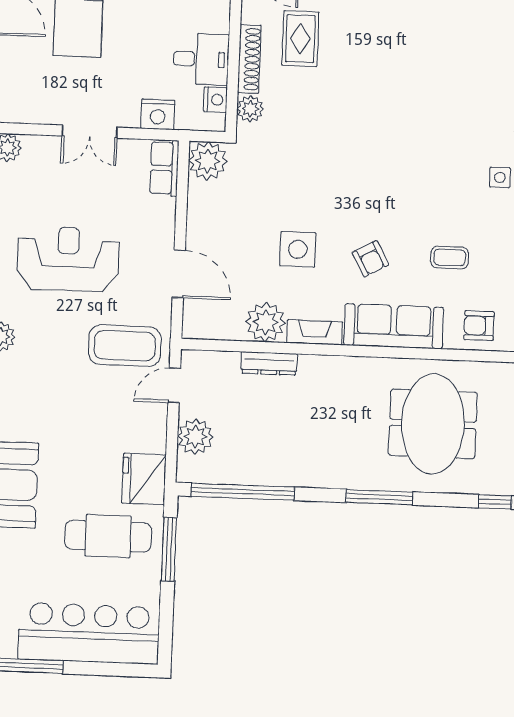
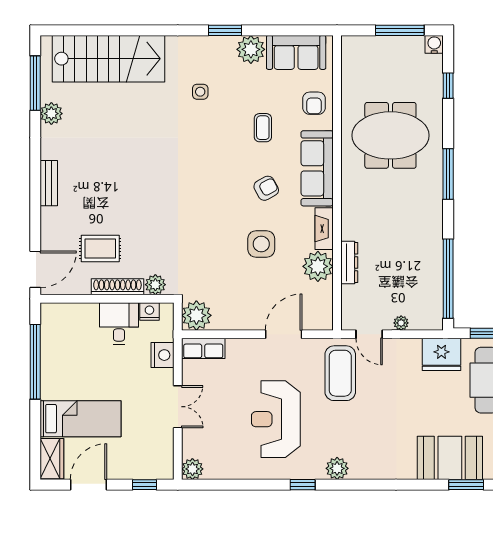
plant: (195, 437) -> (401, 323), width x0.53, depth x0.53

